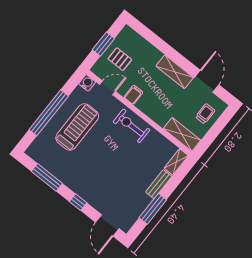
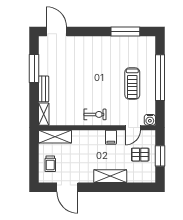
shelving: (175, 72) -> (110, 176), moved
exercise bike: (131, 126) -> (95, 114), width x0.73, depth x0.72
treadmill: (77, 127) -> (132, 84), width x0.73, depth x0.73
window: (78, 202) -> (90, 32), removed

